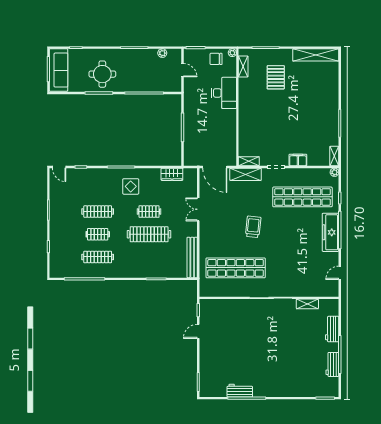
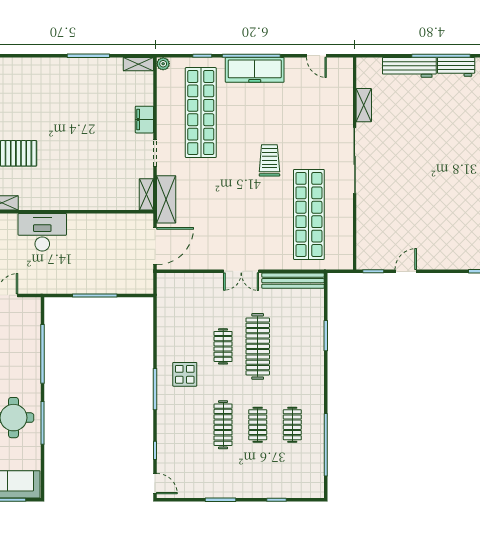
door: (59, 167) -> (155, 484), hinge flipped
wardrobe: (172, 174) -> (166, 312), removed
double door: (198, 209) -> (241, 271), moved
trolley: (253, 227) -> (269, 160), moved, turned 84
clothes rail: (98, 257) -> (292, 425), width x0.73
workbench: (332, 329) -> (409, 67), width x1.38
door: (198, 331) -> (406, 271), swing flipped

